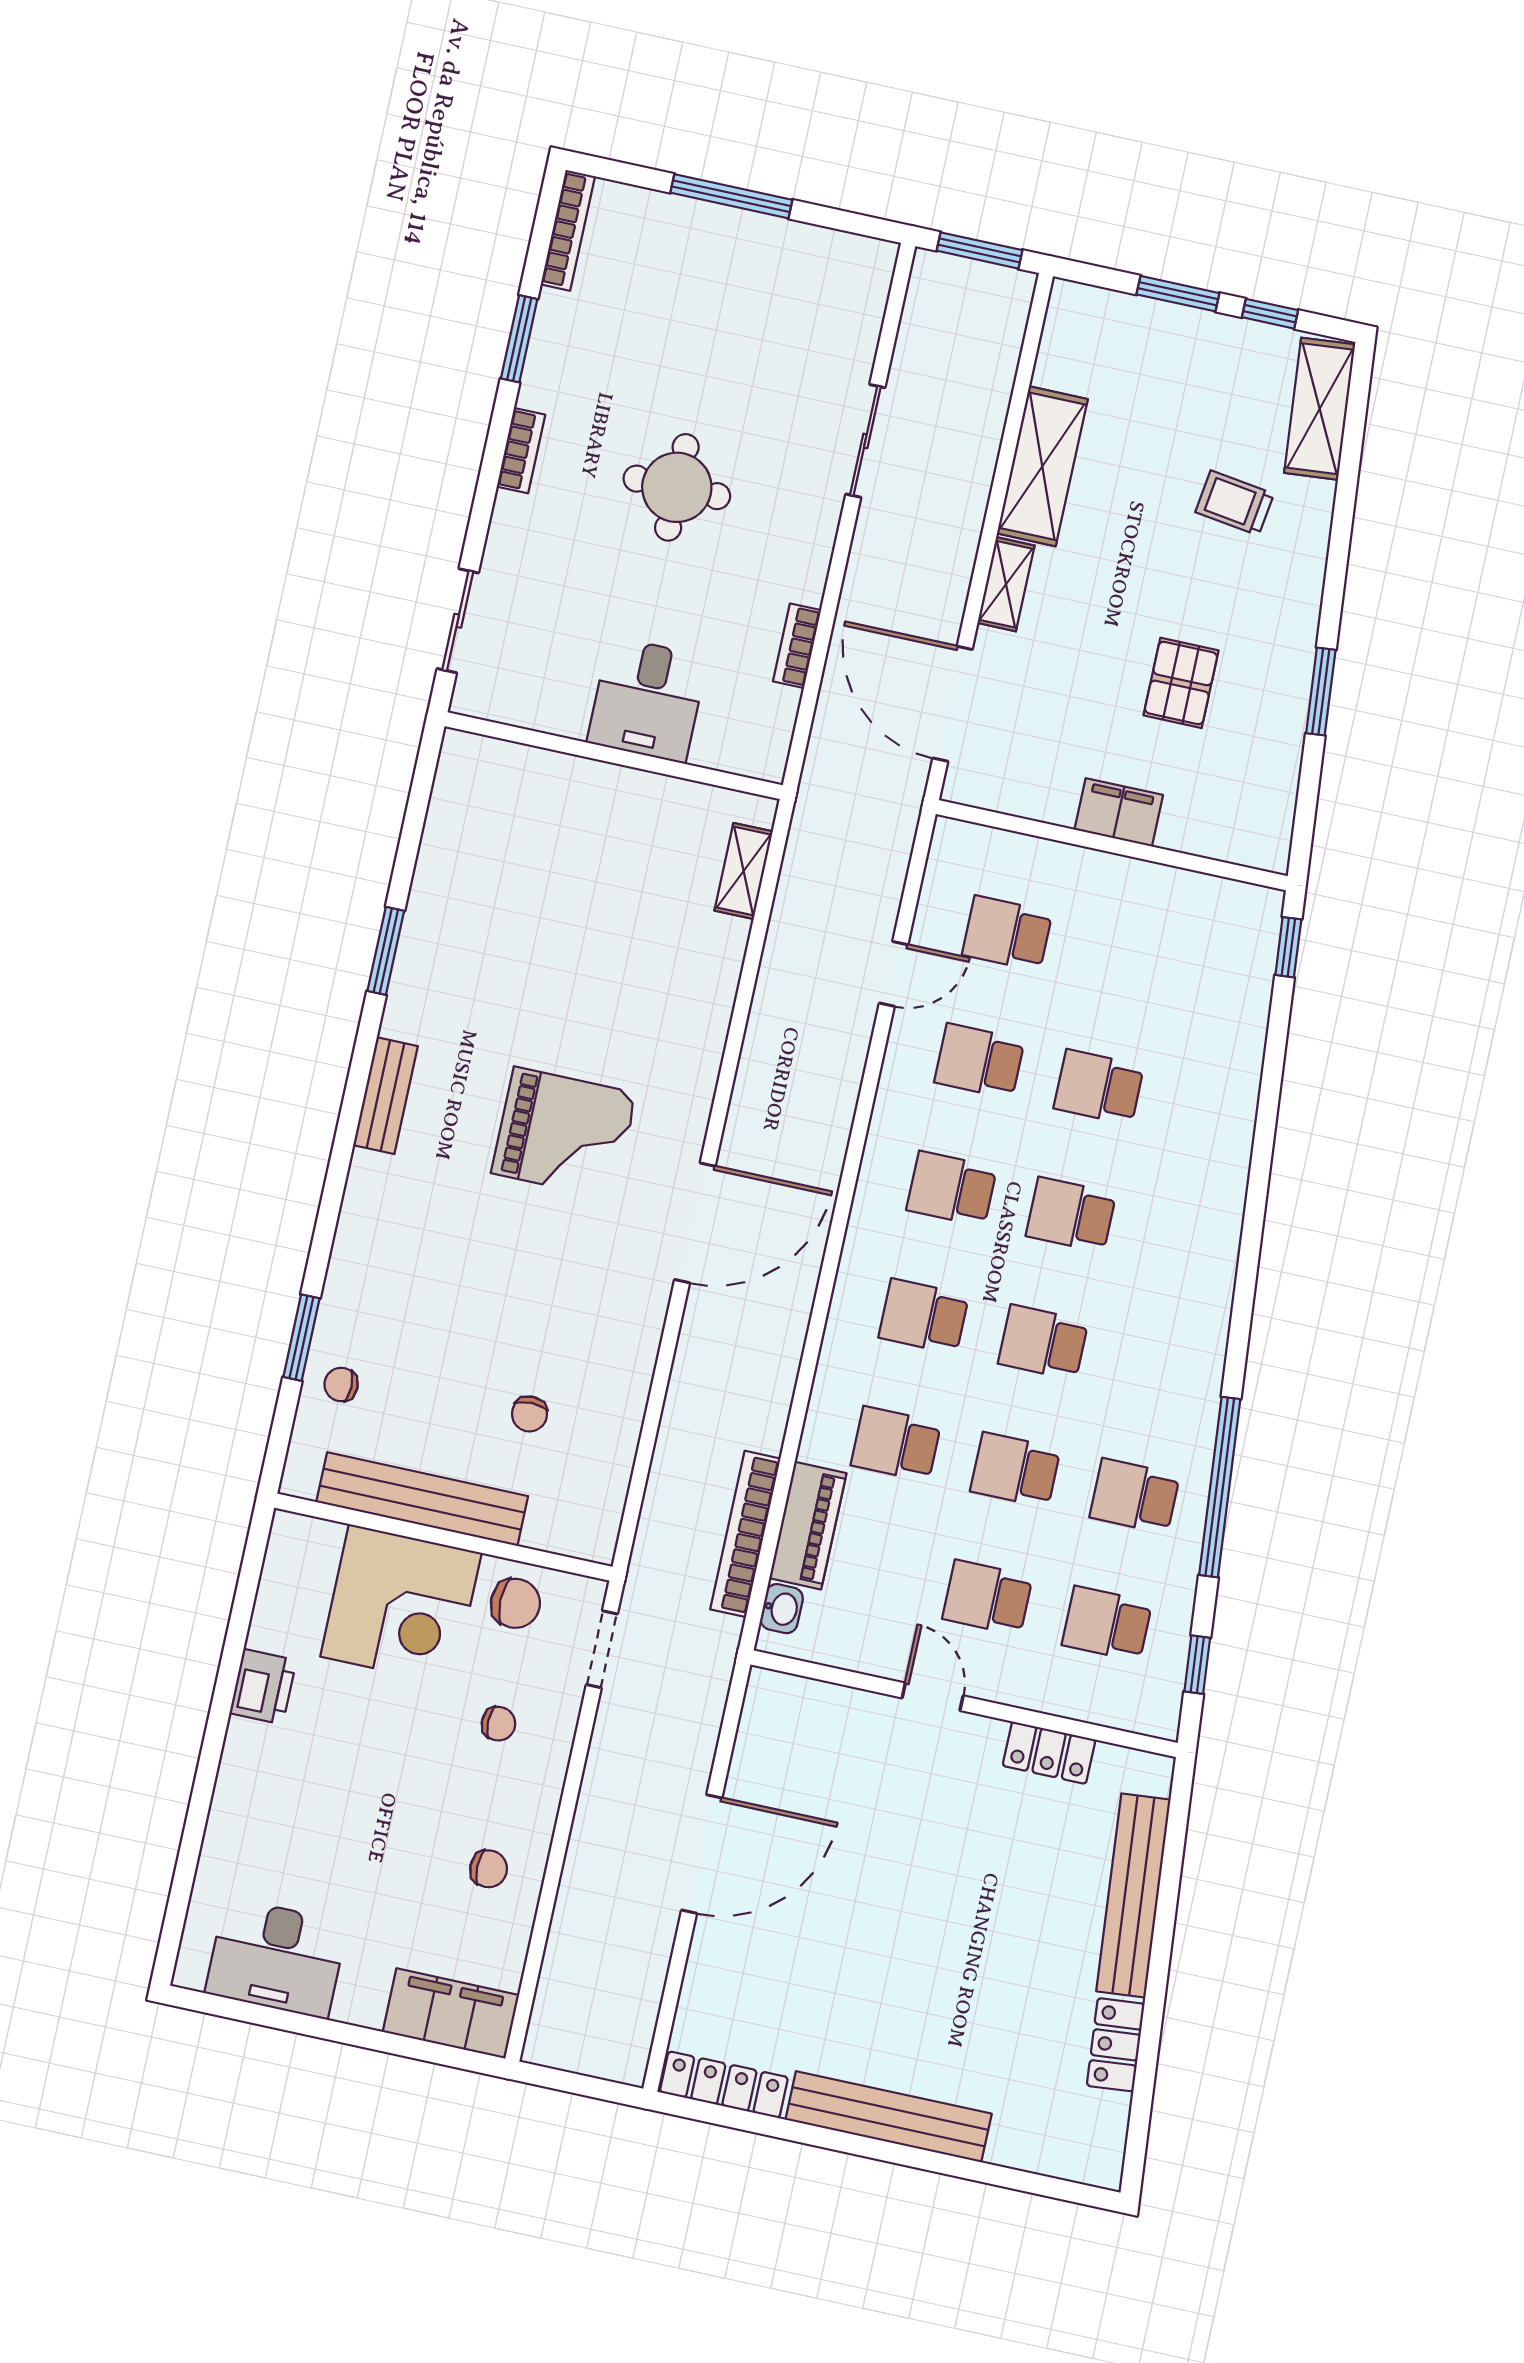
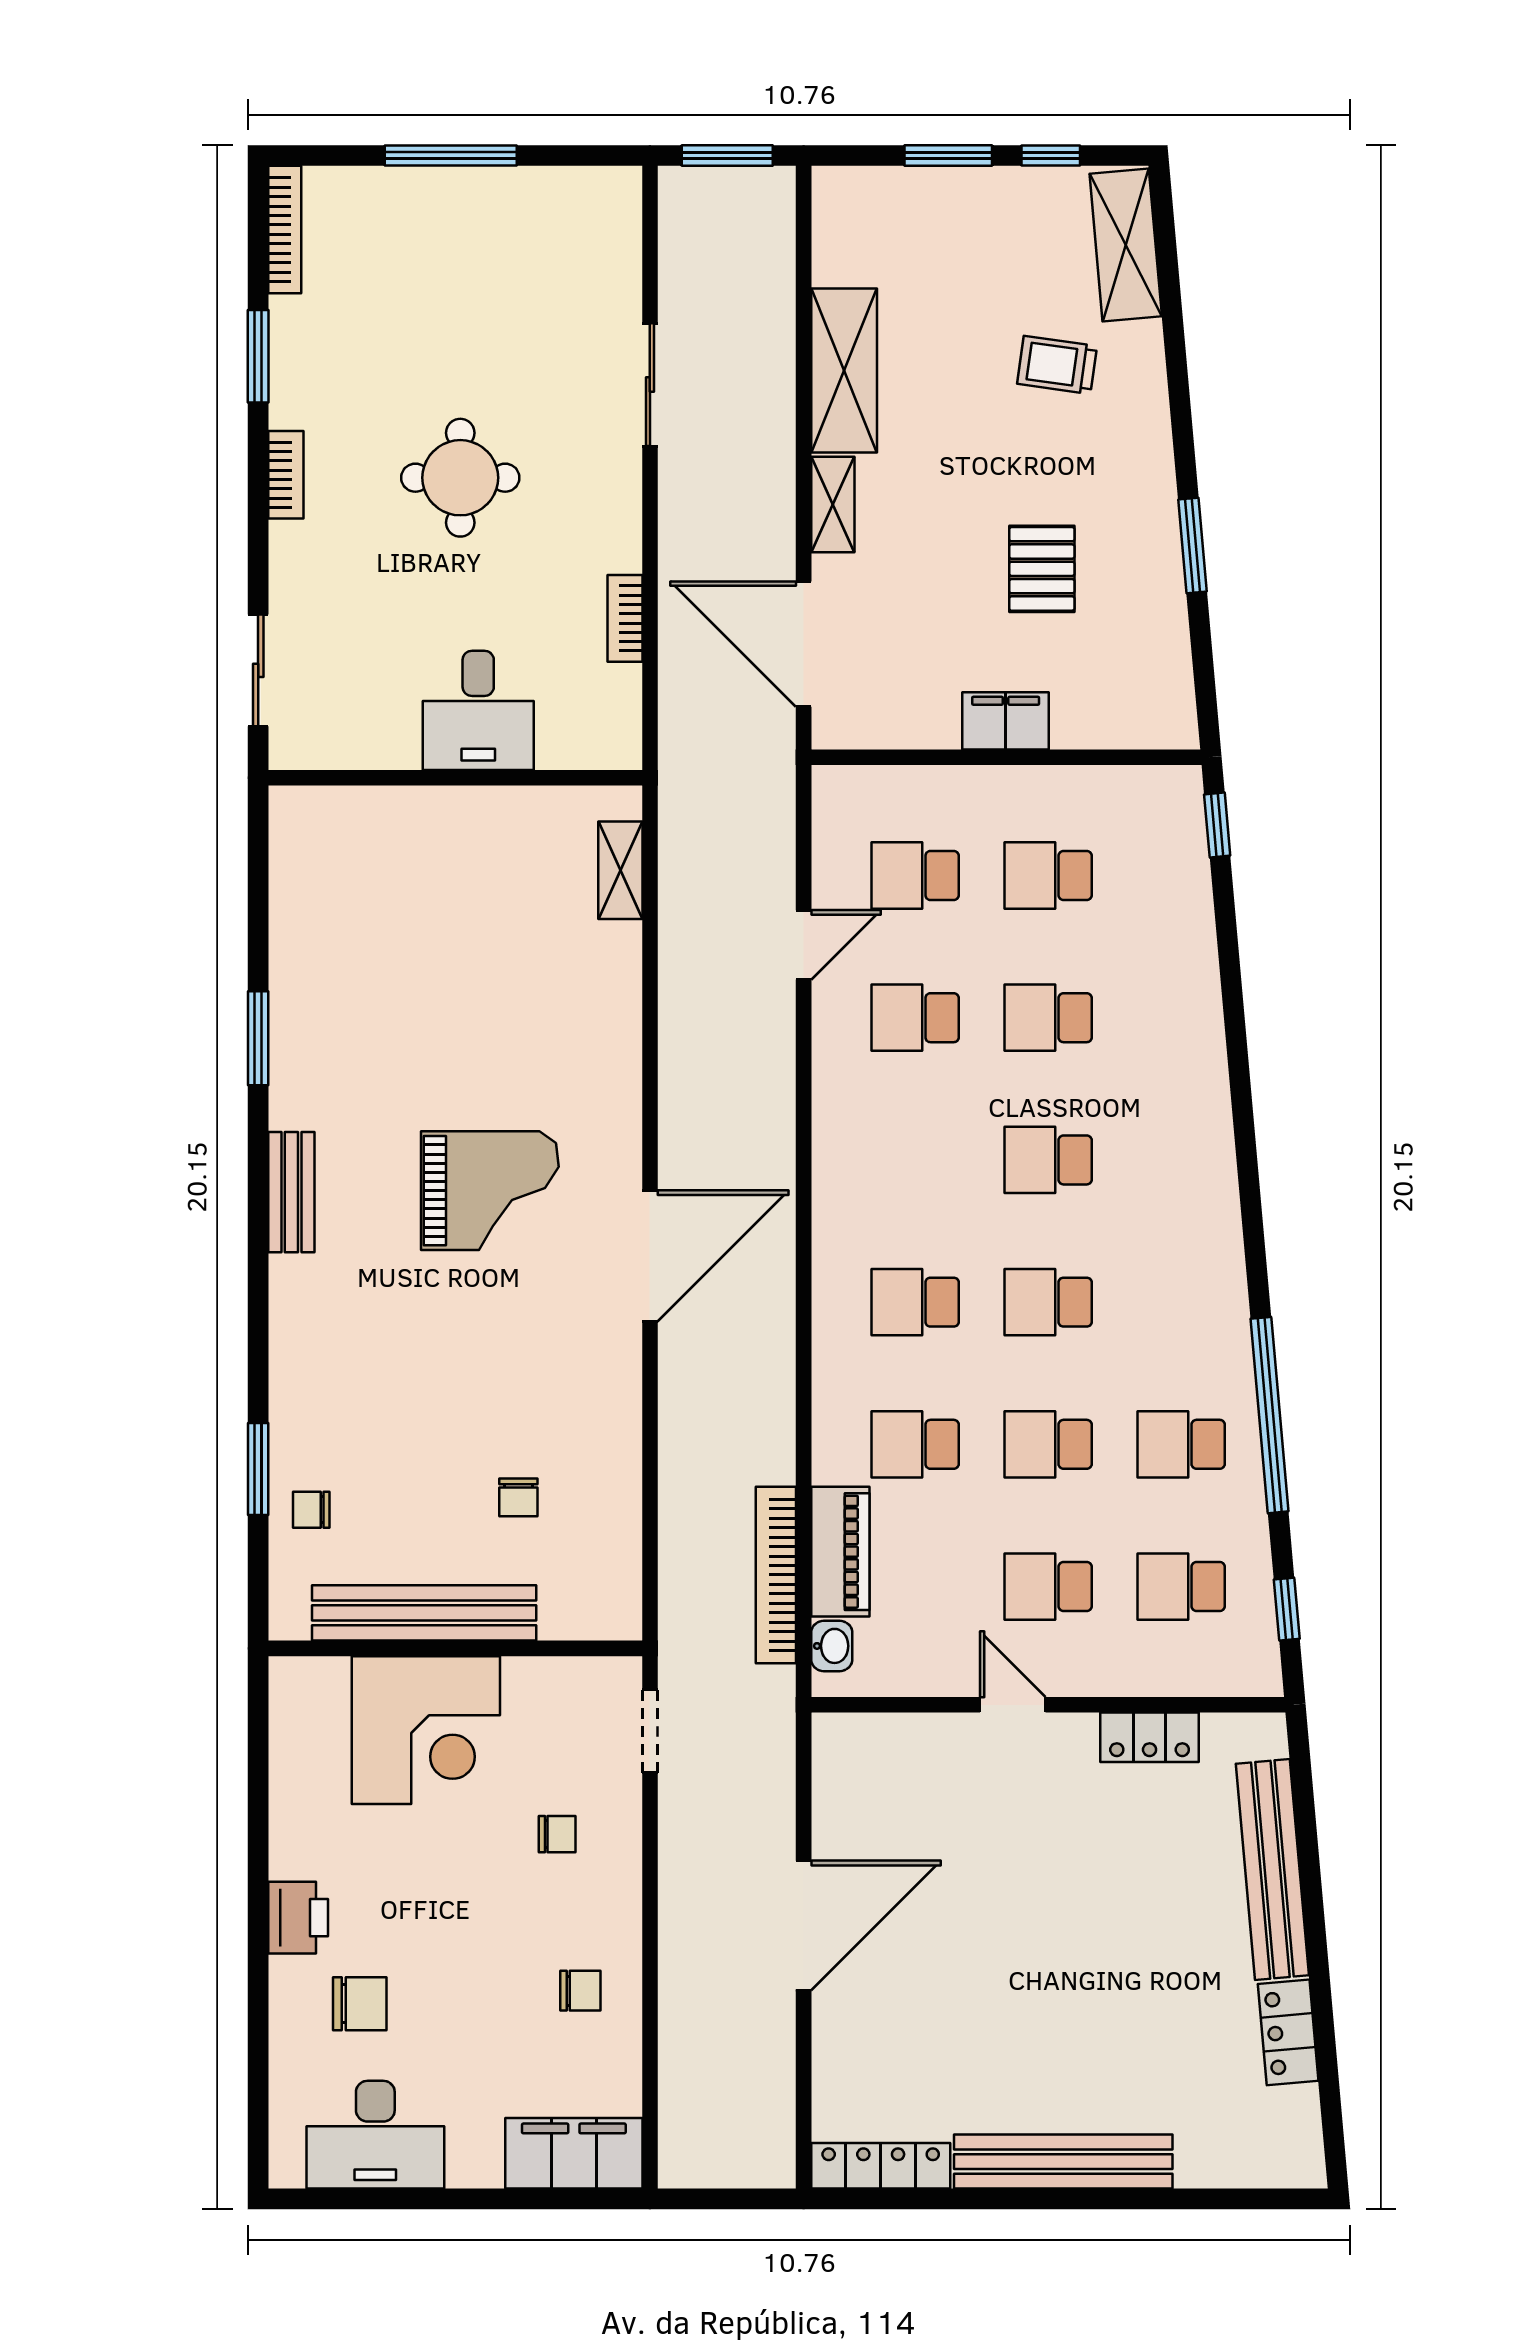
school desk: (952, 1189) -> (1048, 875), moved
chair: (515, 1603) -> (360, 2004), moved
printer: (263, 1687) -> (298, 1918), moved

